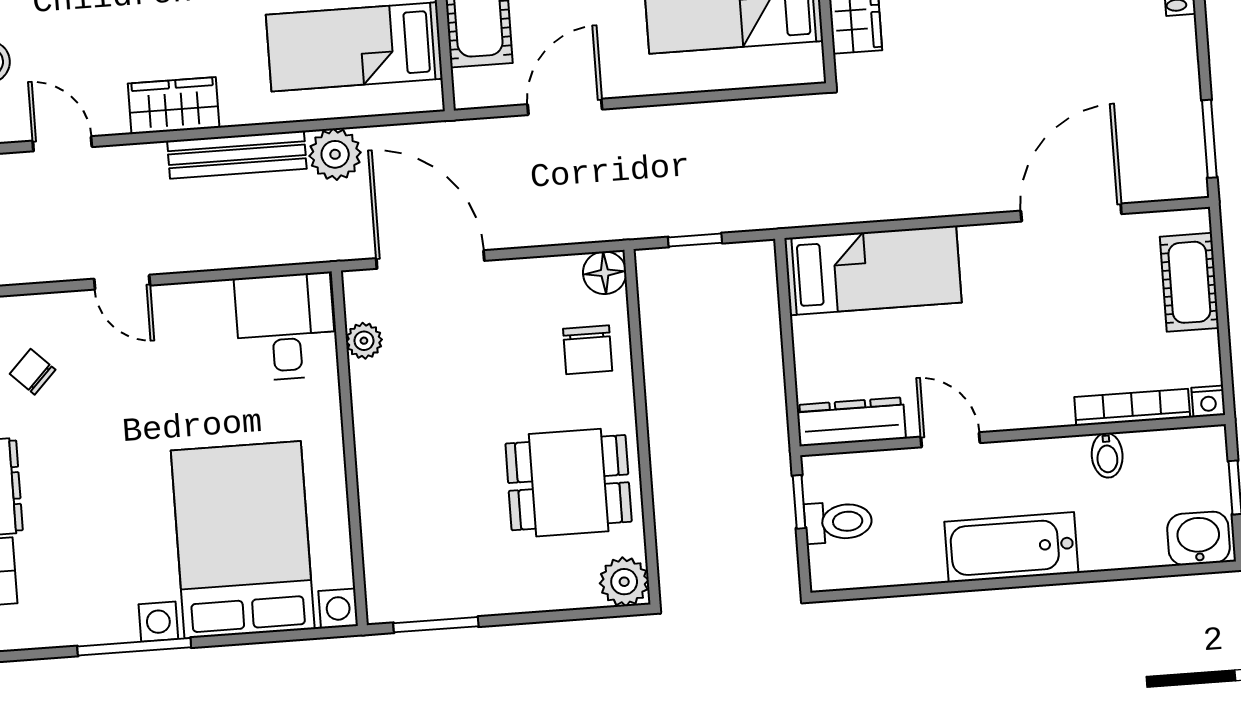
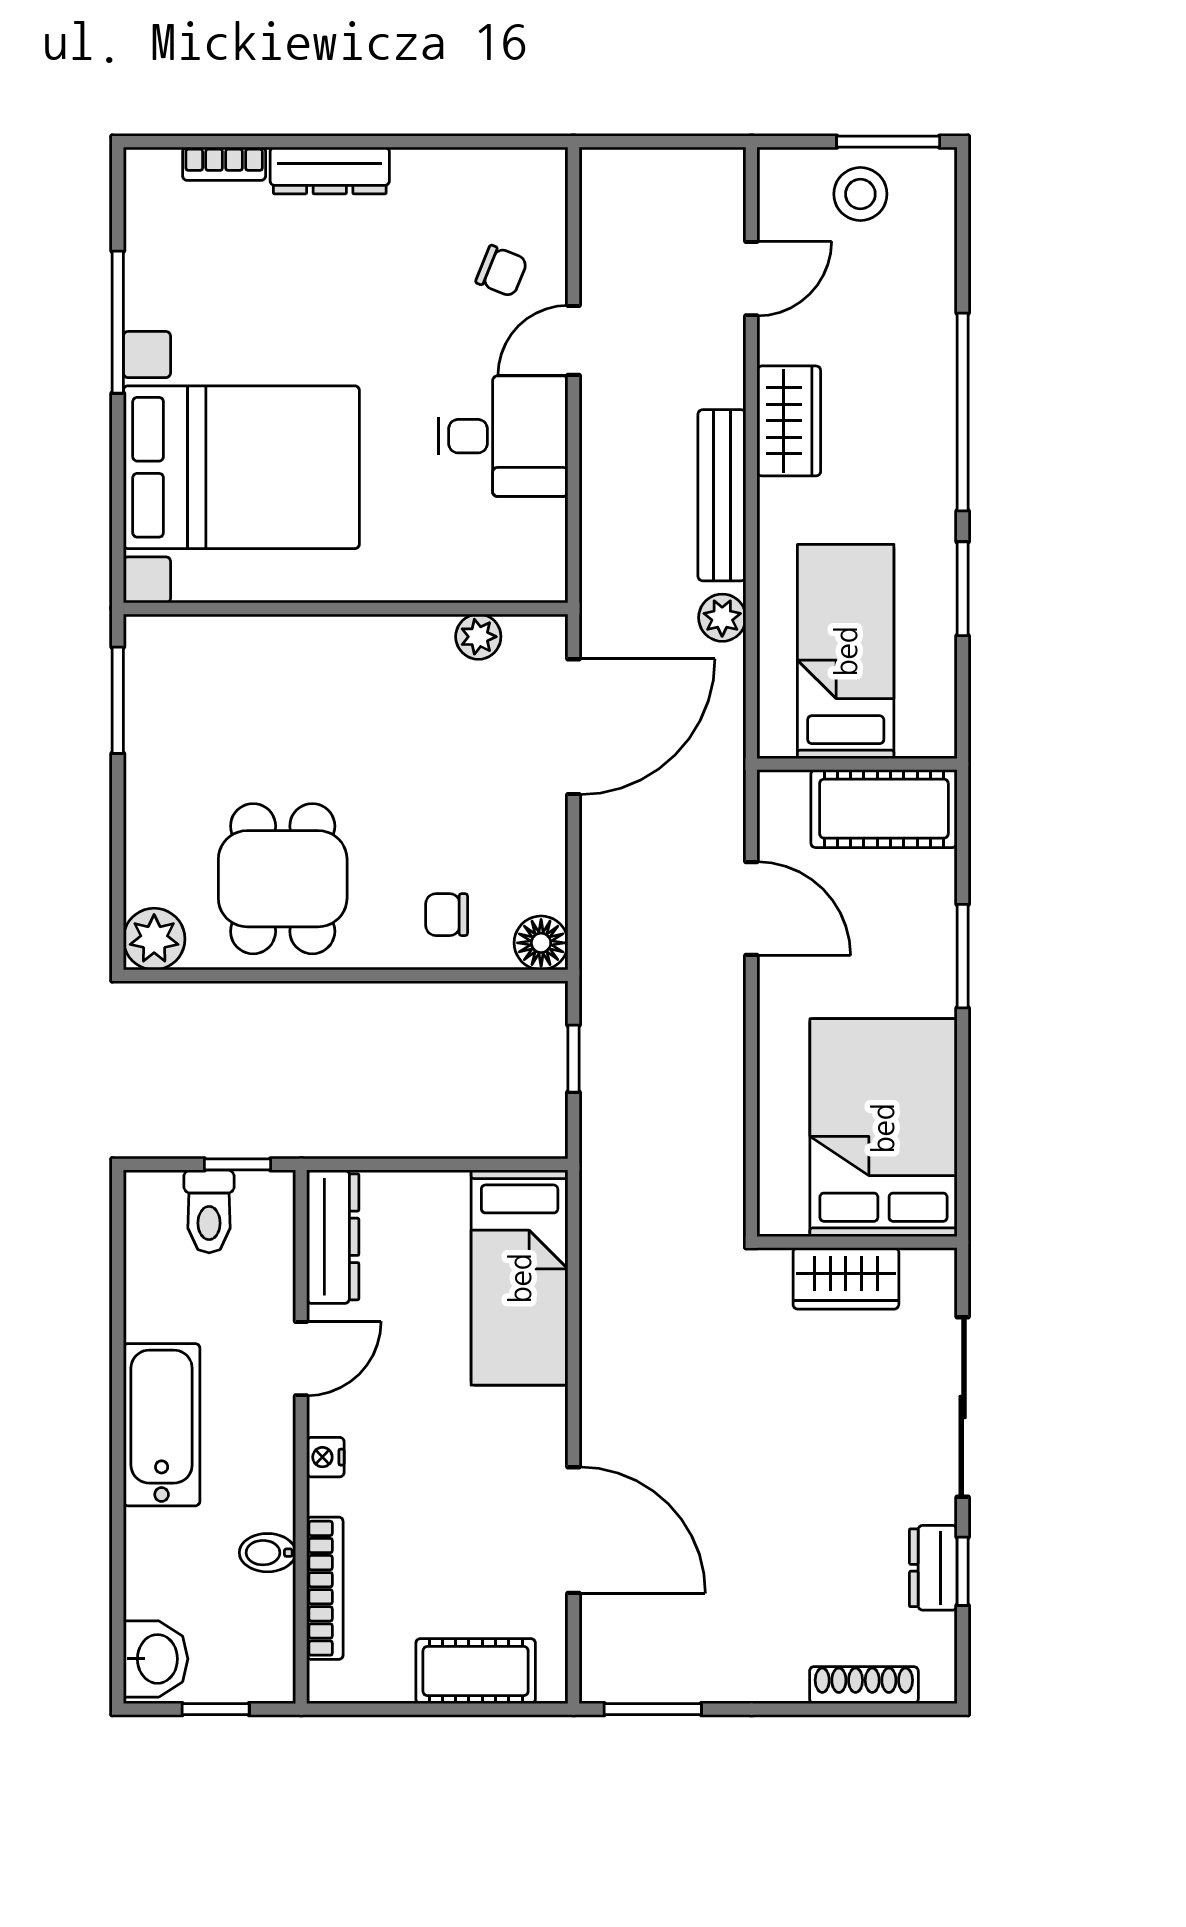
plant: (335, 154) -> (722, 618), width x0.73, depth x0.73
desk: (285, 327) -> (503, 436), moved
chair: (588, 350) -> (447, 915), width x0.73, depth x0.73
chair: (33, 372) -> (502, 271), moved, turned 68
nightstand: (1208, 401) -> (325, 1457), moved

